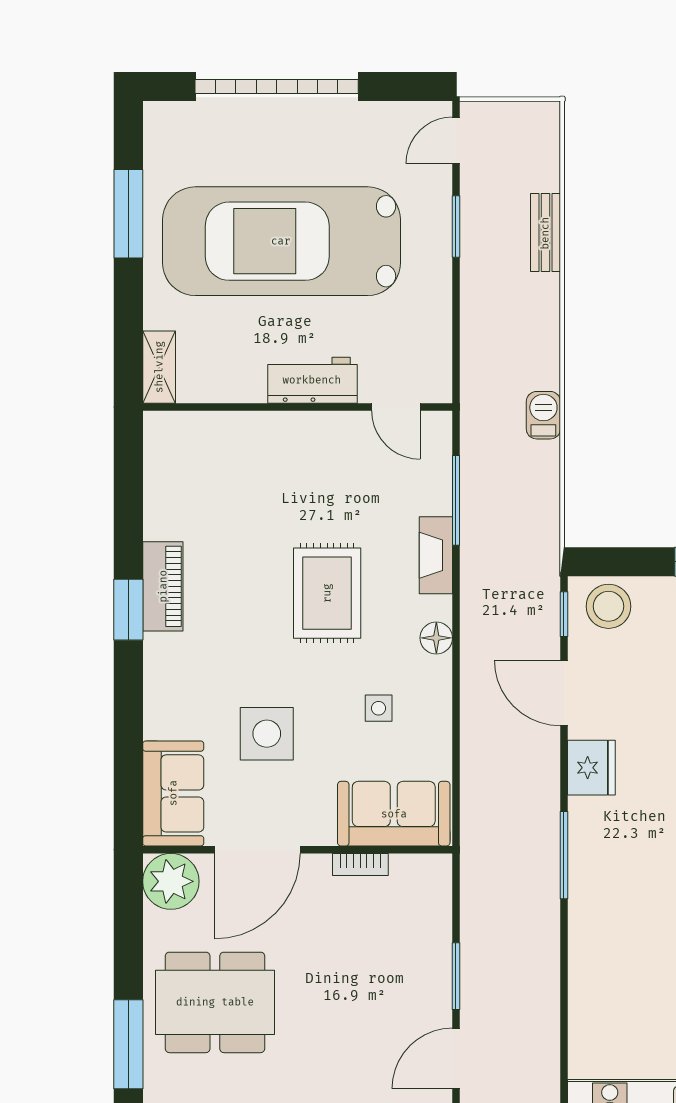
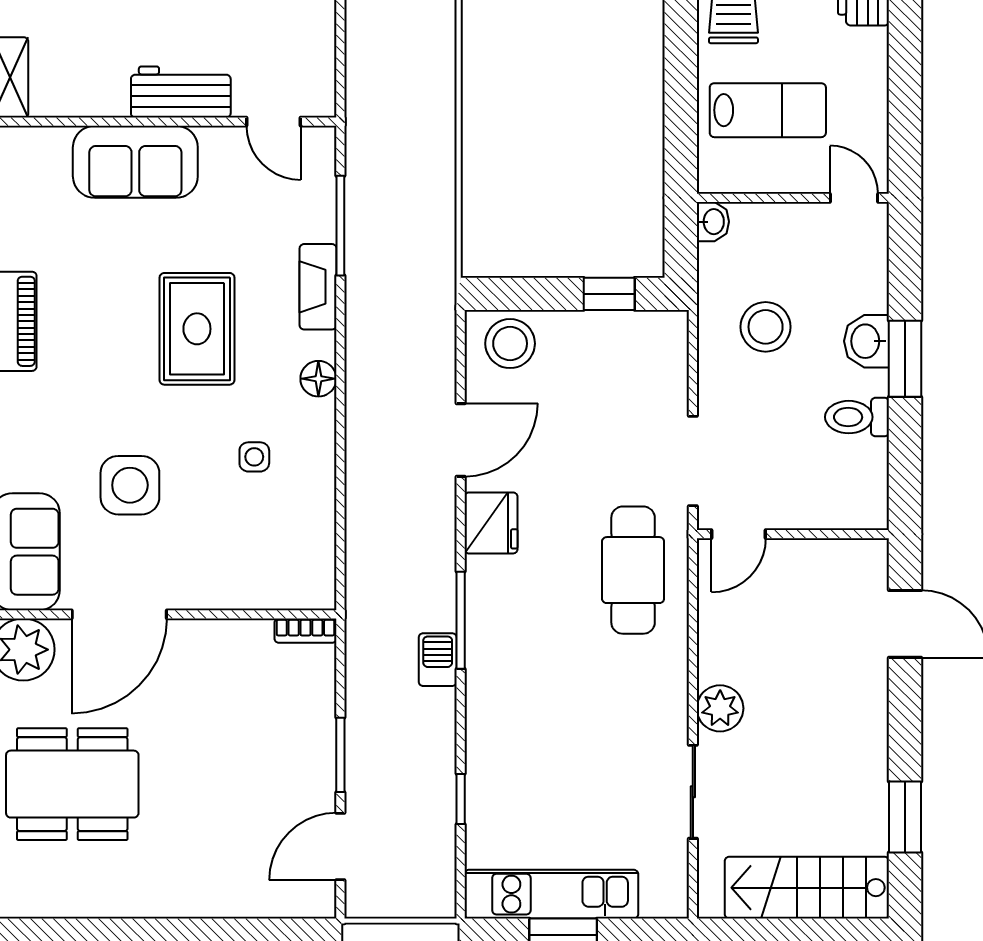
barbecue: (543, 415) -> (438, 660), moved
window: (564, 614) -> (461, 799), moved
door: (564, 693) -> (461, 440), swing flipped
sofa: (394, 814) -> (135, 162), moved, turned 180
bookcase: (360, 864) -> (305, 631), moved

